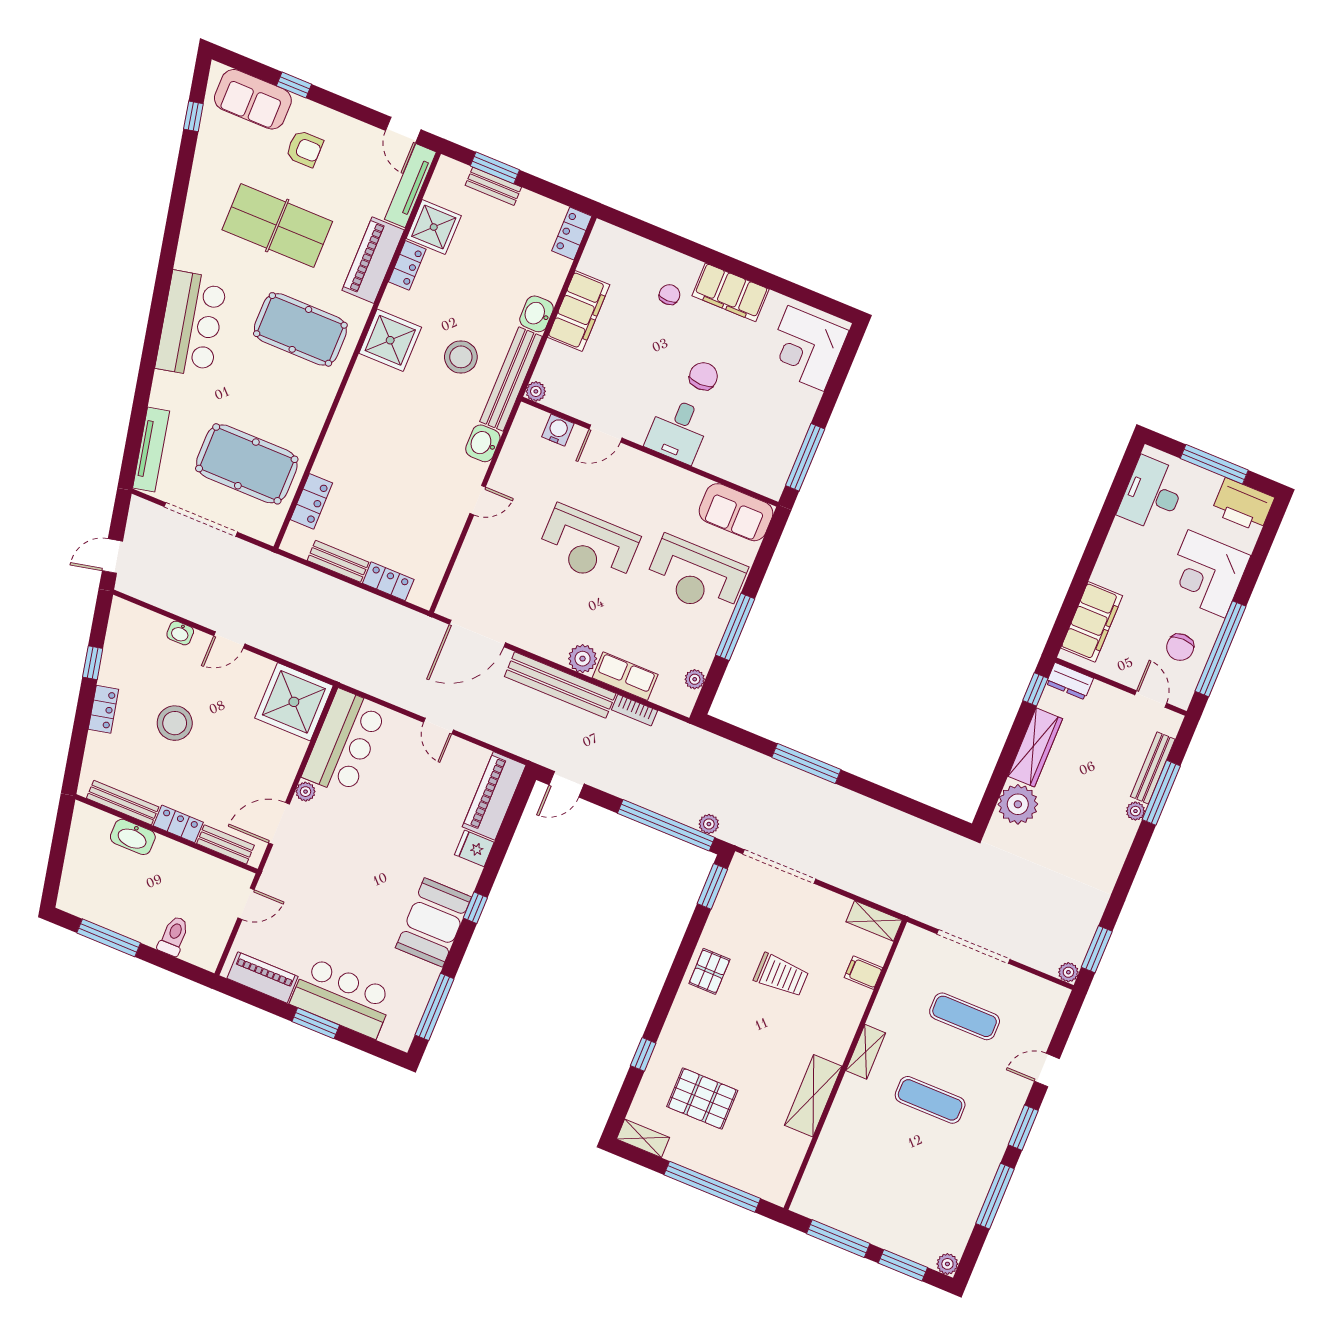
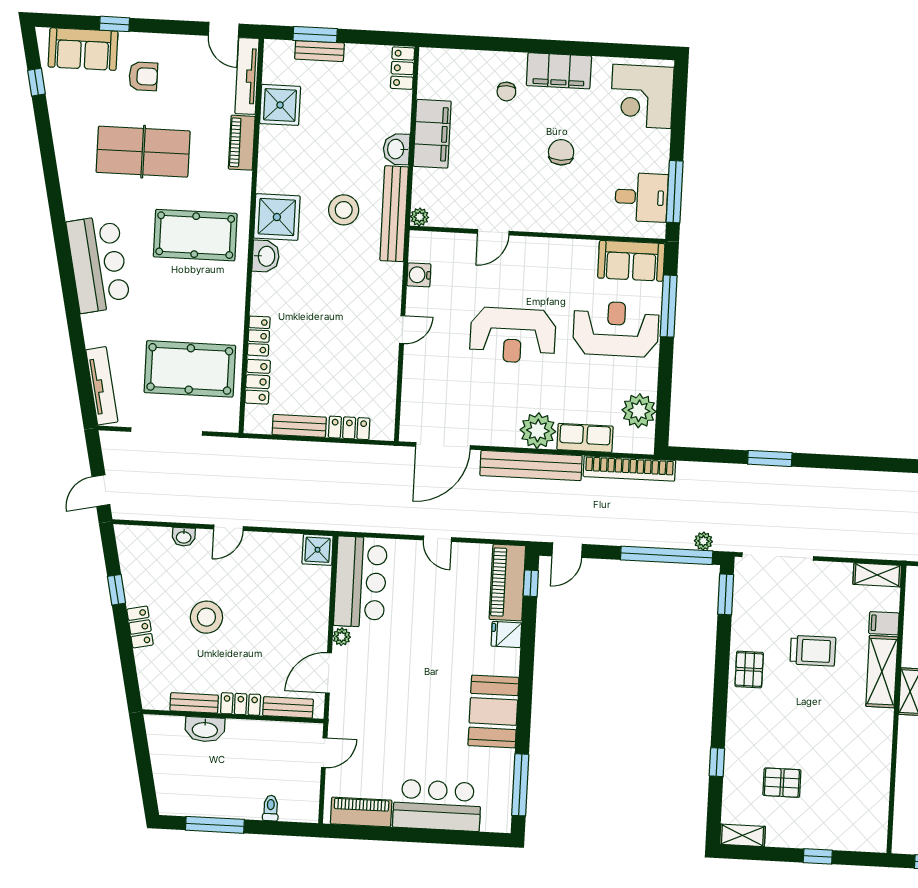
piano: (373, 260) -> (242, 143), width x0.73, depth x0.75
locker: (407, 265) -> (259, 336), moved
chair: (669, 295) -> (506, 92), turned 180
water cooler: (558, 430) -> (419, 275), moved, turned -90
desk: (678, 430) -> (641, 197), moved, turned -90
washbasin: (483, 443) -> (266, 256), moved, turned 180
reception desk: (696, 576) -> (616, 329), turned 180
window: (735, 627) -> (669, 306), moved
plant: (583, 659) -> (538, 431), width x1.36, depth x1.36
plant: (695, 679) -> (639, 411), width x1.88, depth x1.88
shower: (294, 702) -> (318, 550), width x0.54, depth x0.54
bookcase: (634, 710) -> (629, 468), width x2.31, depth x1.31
window: (806, 764) -> (770, 458), width x0.69
bench: (123, 803) -> (194, 703), width x0.73
window: (475, 908) -> (531, 583), moved
toilet: (174, 936) -> (271, 808), width x0.73, depth x0.72
window: (316, 1023) -> (422, 836), removed
shelving: (813, 1096) -> (882, 672), moved
pallet: (702, 1099) -> (782, 783), width x0.67, depth x0.71
window: (712, 1187) -> (818, 856), width x0.32

